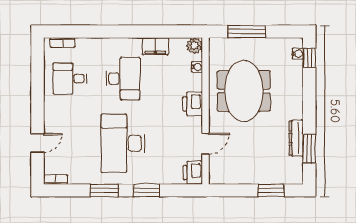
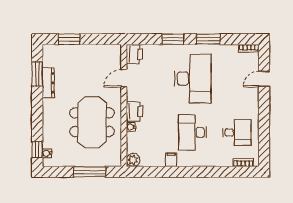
filing cabinet: (155, 46) -> (171, 159), width x0.50
water cooler: (197, 67) -> (131, 127), moved

